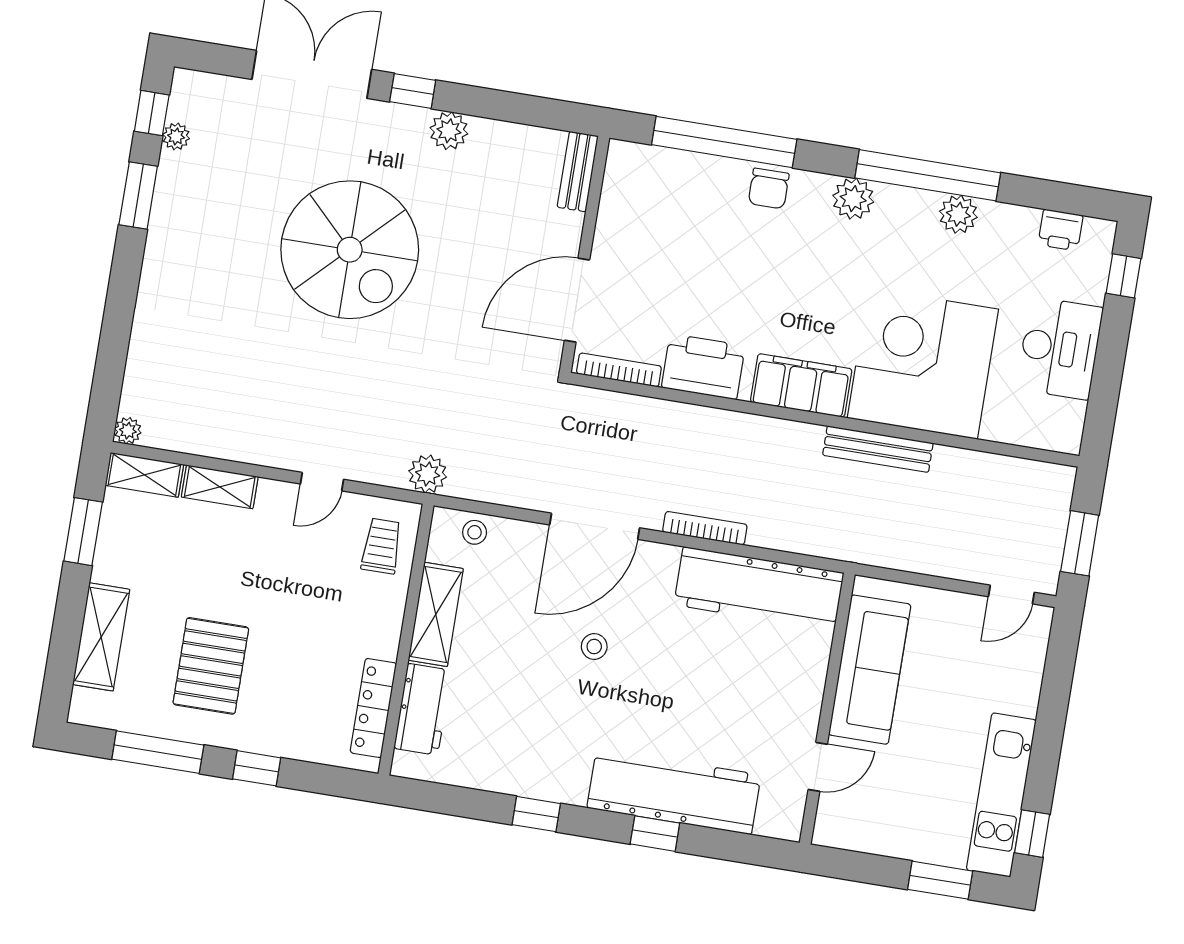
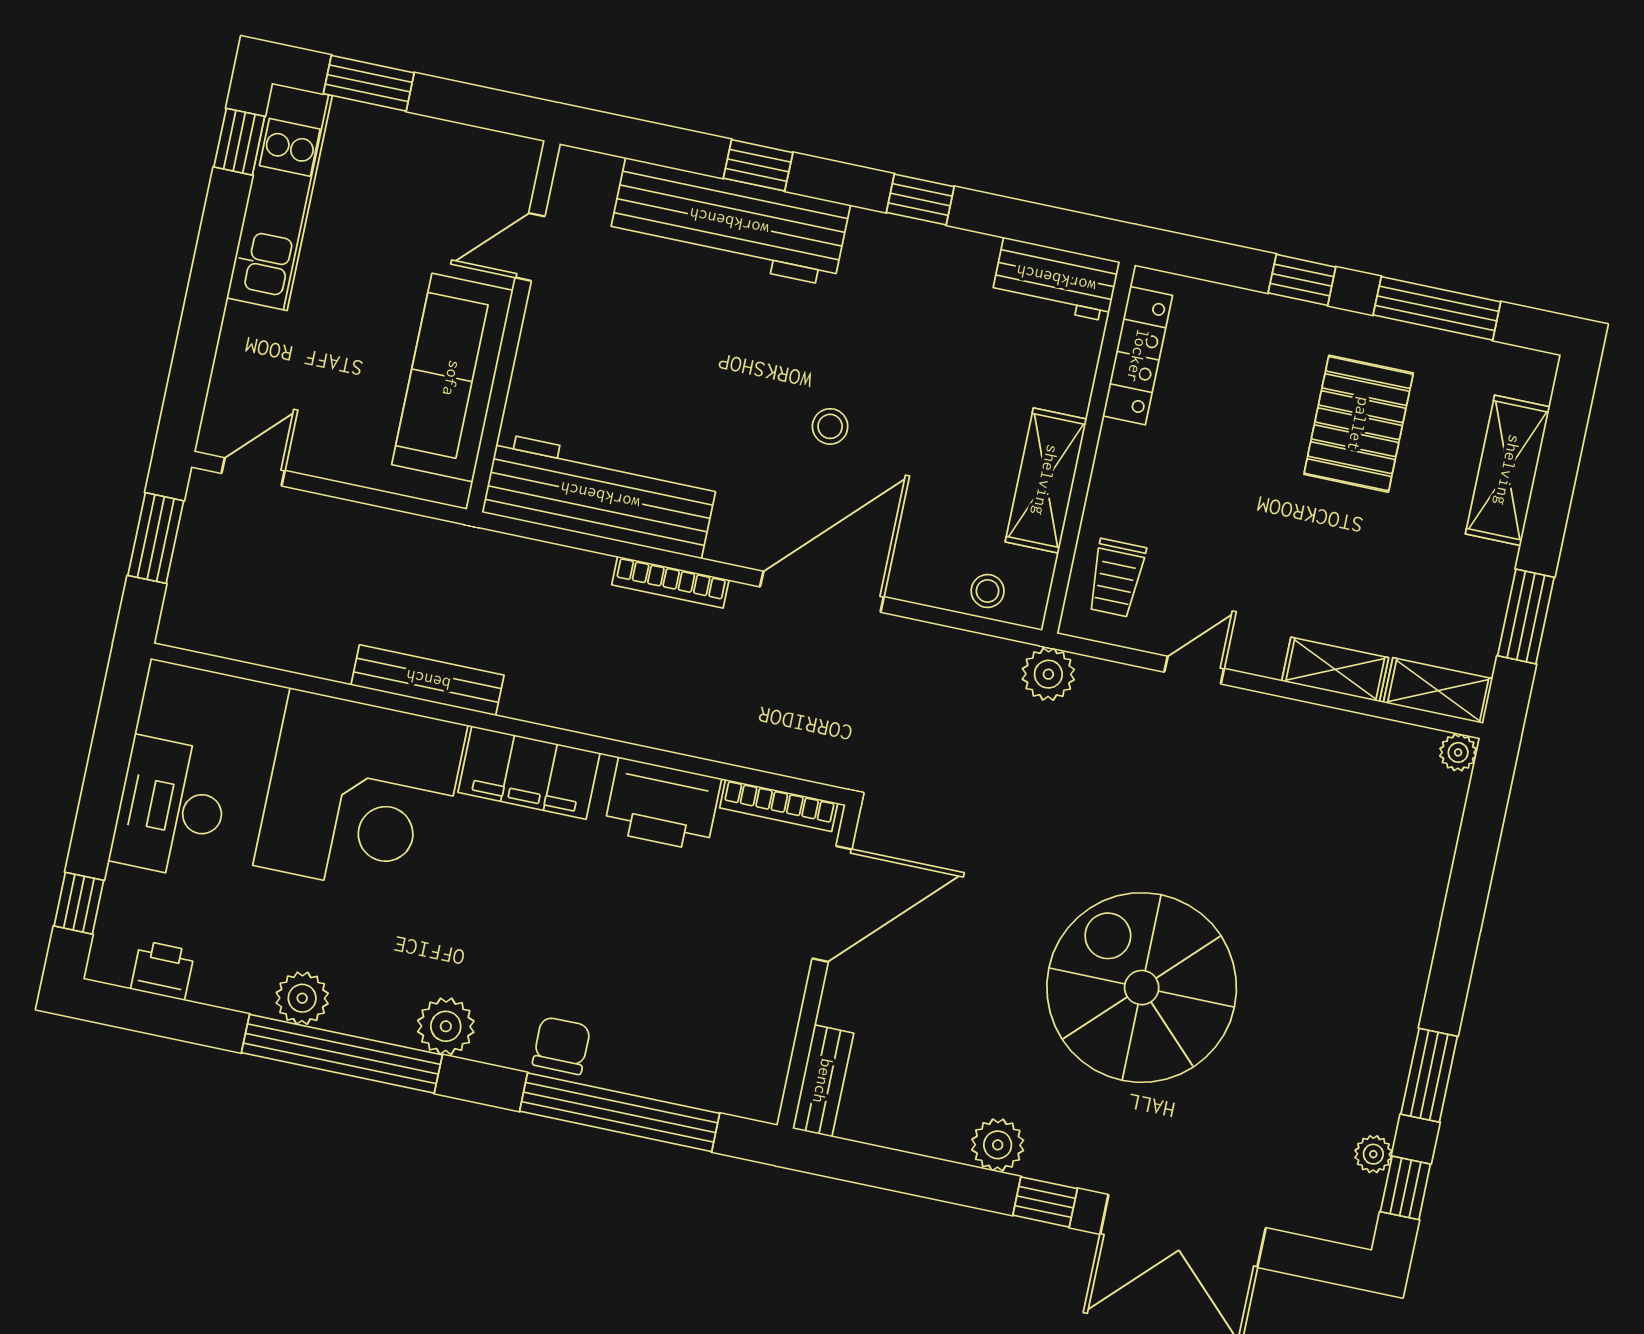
workbench: (423, 709) -> (1056, 279), moved, turned -90

